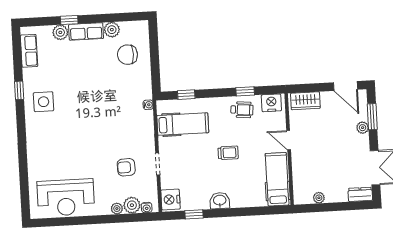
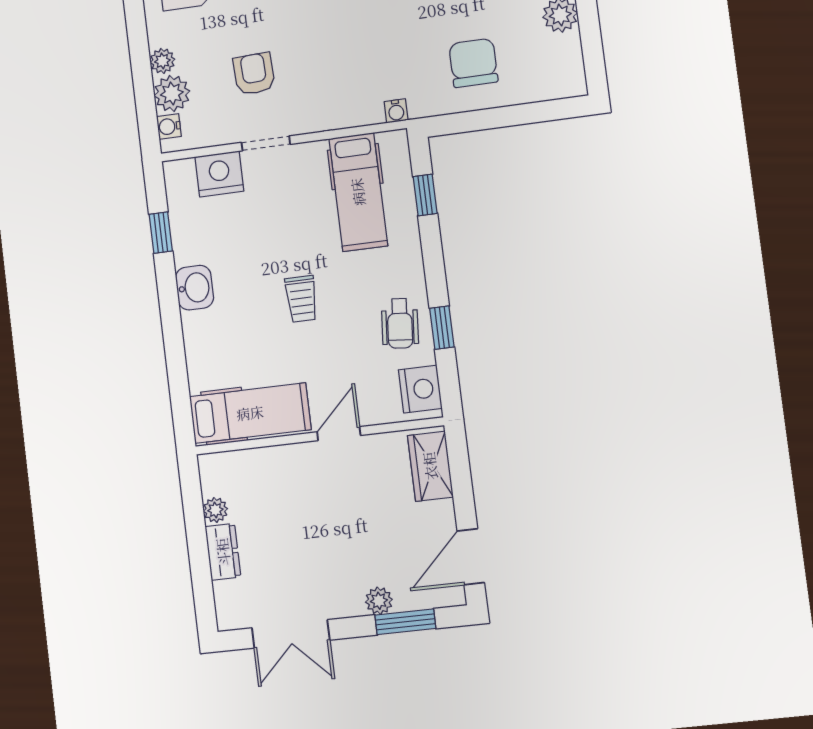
chair: (127, 55) -> (473, 63), moved
dresser: (360, 194) -> (223, 552), moved
nightstand: (171, 200) -> (219, 174), moved

